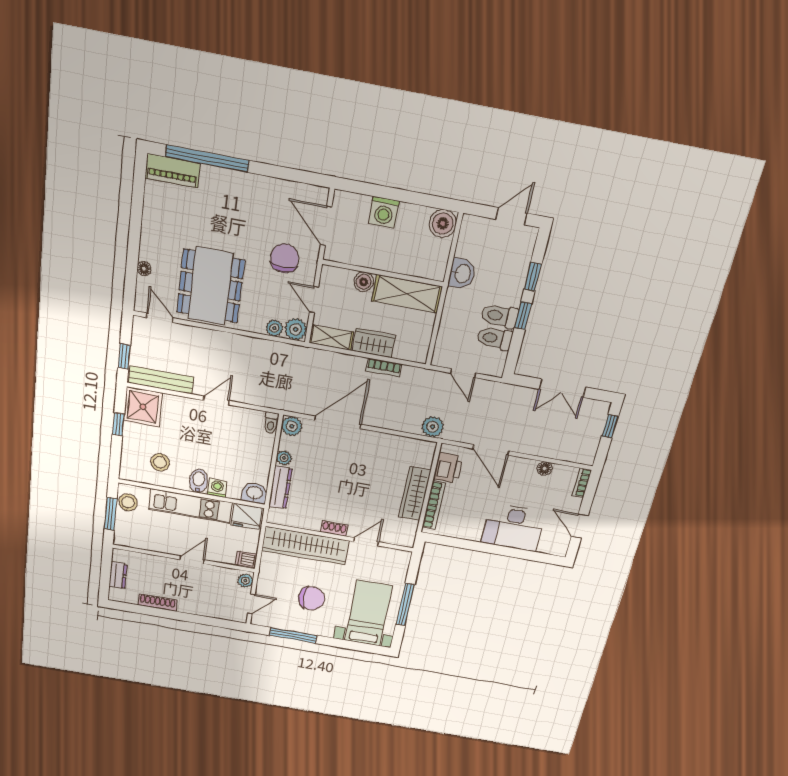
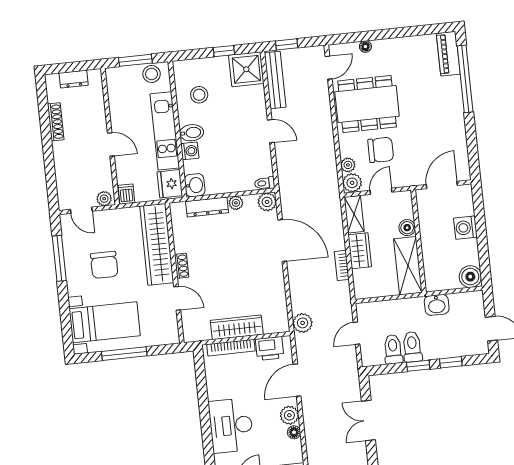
chair: (285, 258) -> (381, 150), moved
plant: (525, 468) -> (289, 415), added

